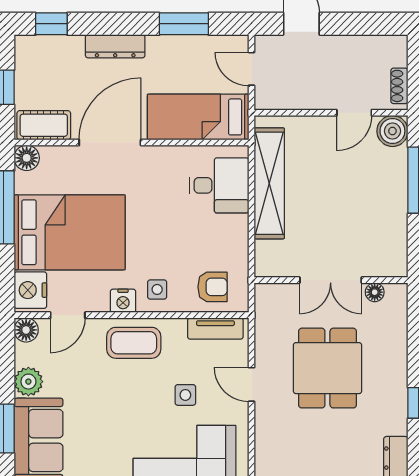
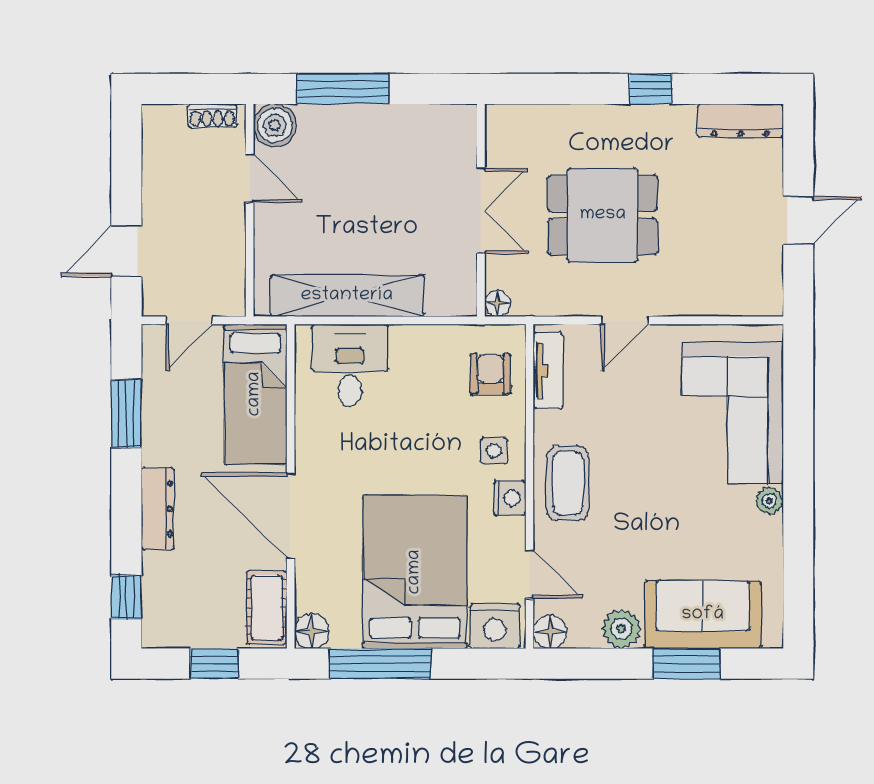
floor lamp: (375, 292) -> (498, 304), moved
side table: (185, 395) -> (640, 412), removed

